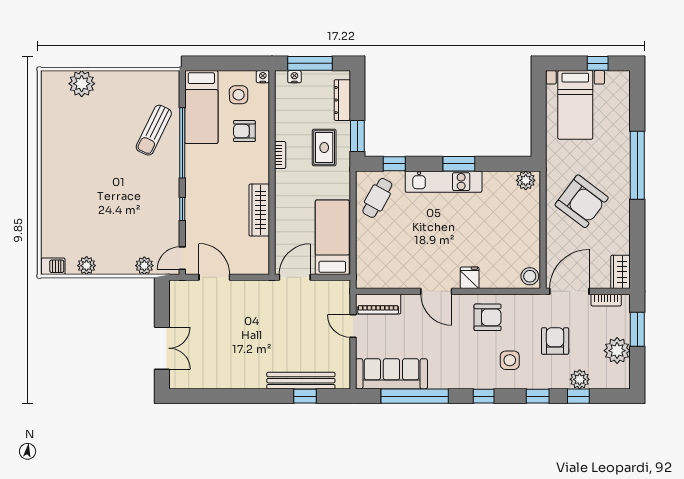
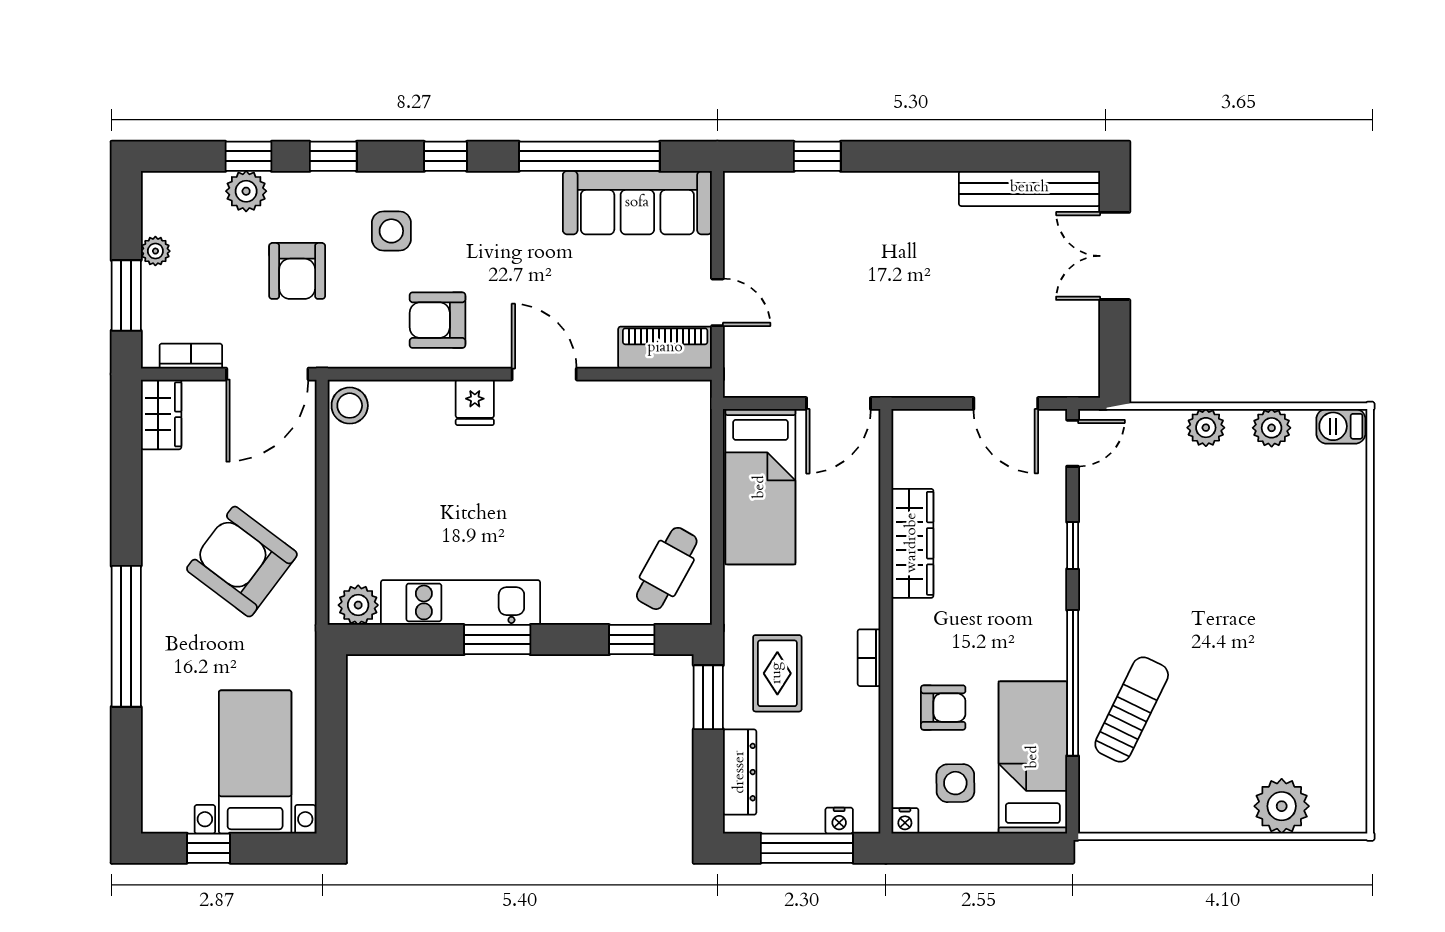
kitchen unit: (444, 182) -> (460, 602), moved
plant: (144, 266) -> (1206, 428), moved
plant: (617, 351) -> (155, 251), width x0.53, depth x0.53
bench: (301, 381) -> (1029, 188), moved

